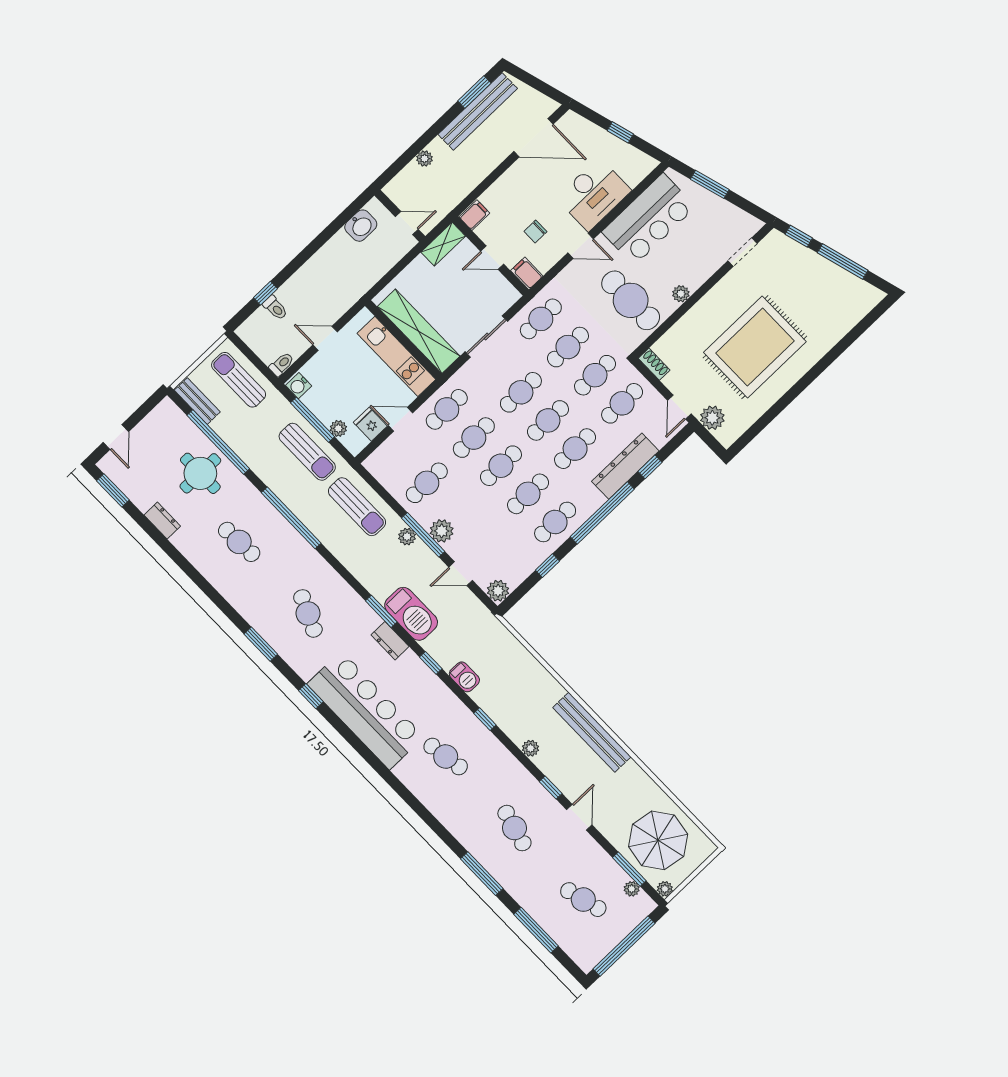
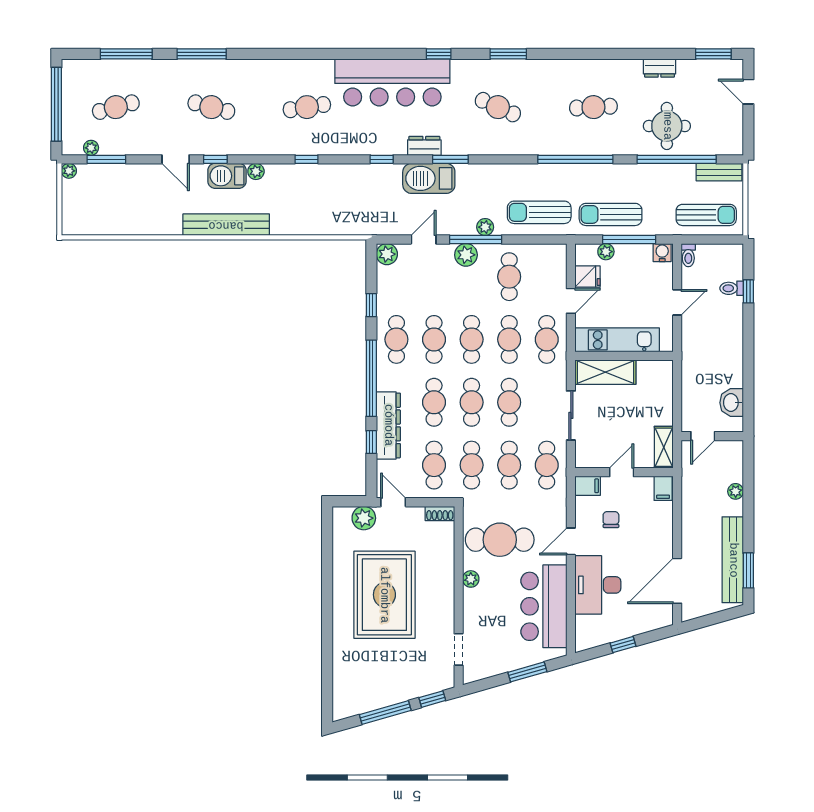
shelving: (419, 331) -> (605, 372), width x0.68
barbecue: (464, 677) -> (227, 176), moved, width x1.38, depth x1.27
parasol: (658, 840) -> (107, 198), removed

